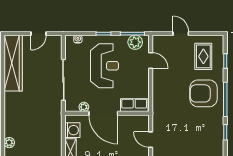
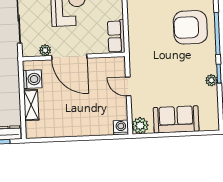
row of seats: (134, 105) -> (116, 36), moved, turned -90
plant: (219, 137) -> (211, 80), added

